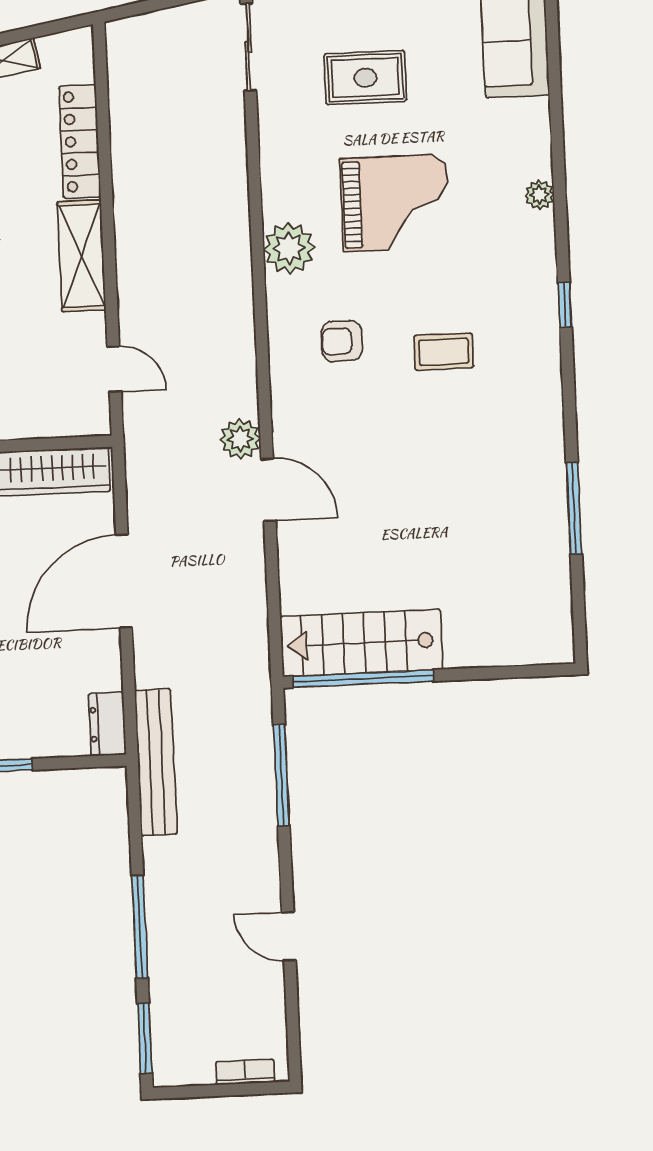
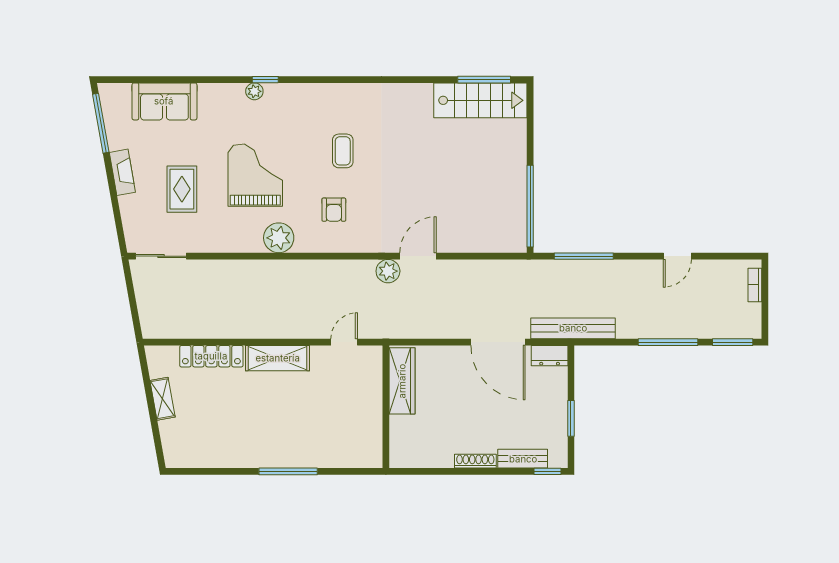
window: (565, 305) -> (265, 80), moved
window: (574, 508) -> (484, 80), moved
door: (124, 581) -> (498, 342), moved
stairs: (361, 643) -> (480, 100), moved, turned -90

